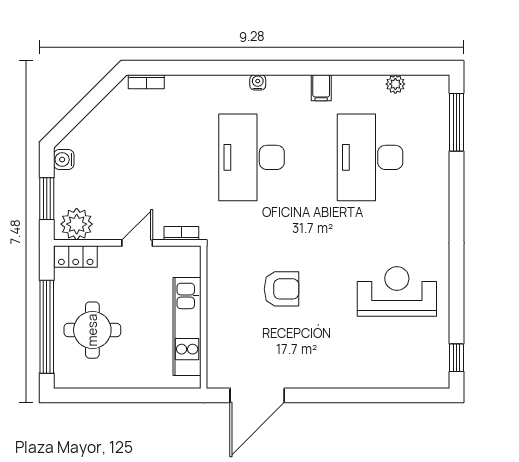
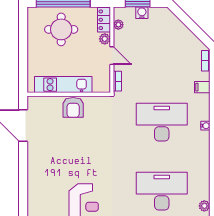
filing cabinet: (321, 88) -> (202, 87), moved
water cooler: (64, 160) -> (142, 13), moved
plant: (77, 224) -> (118, 25), width x0.53, depth x0.53
plant: (108, 255) -> (105, 39), added
armchair: (281, 289) -> (73, 107), moved

